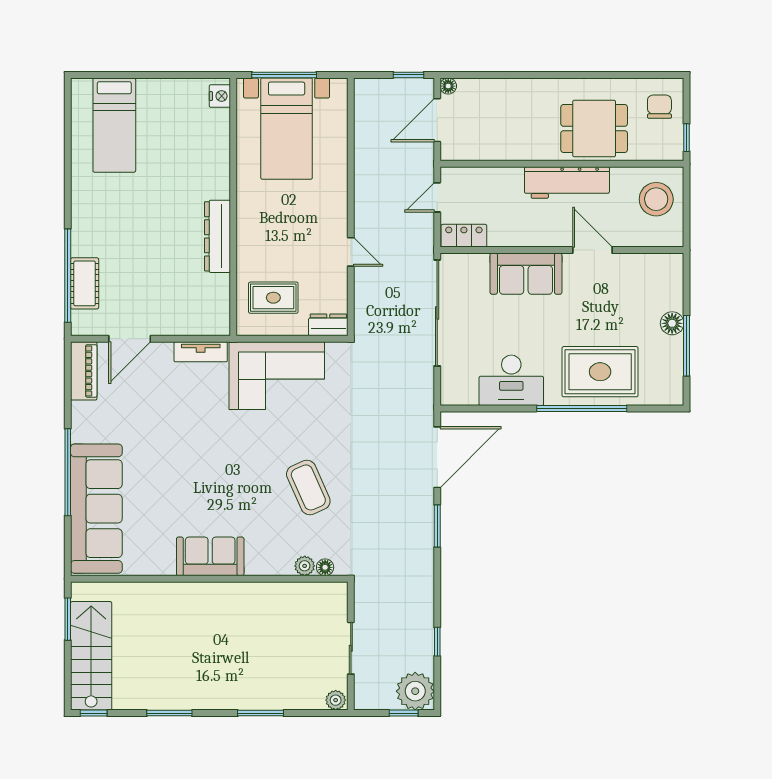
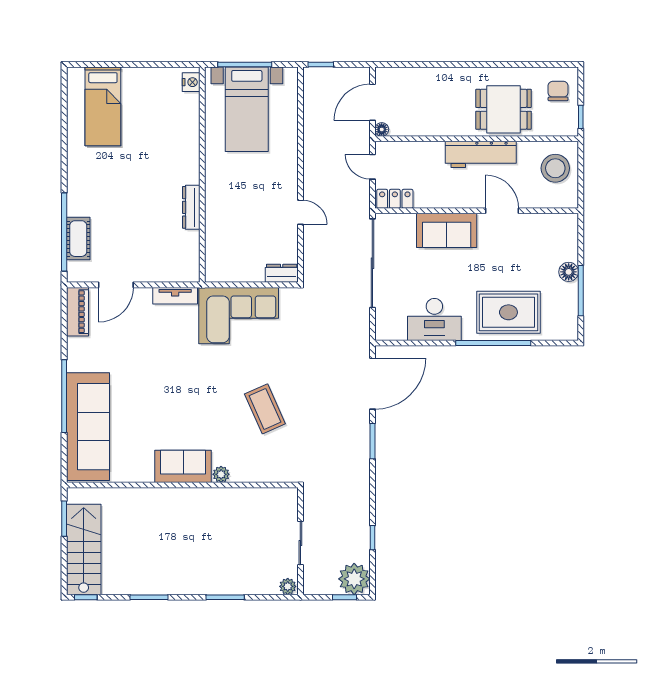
window: (408, 75) -> (321, 65), moved
floor lamp: (448, 86) -> (382, 129), moved
door: (437, 197) -> (372, 167), hinge flipped
dresser: (217, 236) -> (191, 207), width x0.73, depth x0.80
rug: (273, 298) -> (236, 250), removed
plant: (305, 566) -> (221, 474), moved
floor lamp: (325, 567) -> (279, 476), removed

